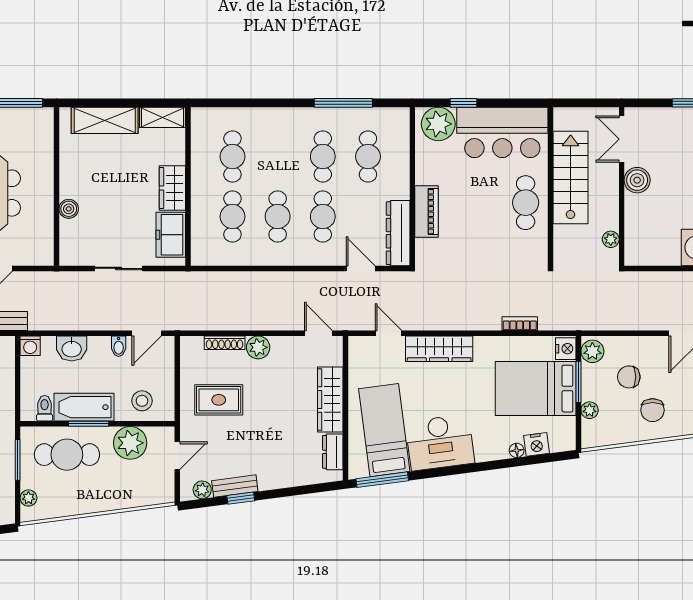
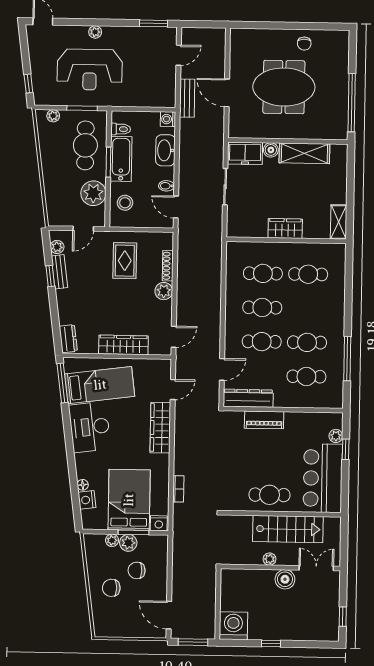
shelving: (105, 120) -> (304, 153), moved, turned 90
plant: (438, 124) -> (336, 436), width x0.53, depth x0.53
freezer: (171, 235) -> (245, 153), moved, turned 180
plant: (611, 239) -> (270, 559), moved
washbasin: (72, 348) -> (165, 150), width x1.38
plant: (592, 351) -> (128, 543), moved
chair: (629, 377) -> (137, 570), turned -90
dresser: (333, 452) -> (68, 339), moved, turned 83
door: (177, 456) -> (83, 229), hinge flipped

